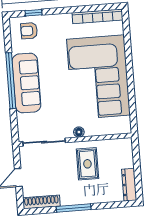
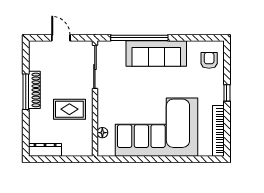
window: (33, 13) -> (227, 93), moved
window: (11, 81) -> (139, 38), moved
floor lamp: (79, 132) -> (102, 133), moved
shoe rack: (41, 202) -> (34, 90), moved

